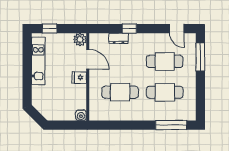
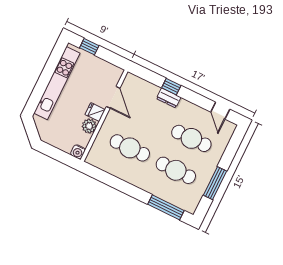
dresser: (119, 38) -> (169, 98), moved
plant: (80, 39) -> (89, 126), moved
window: (200, 57) -> (215, 183), moved
kitchen unit: (38, 61) -> (57, 83), width x1.36

